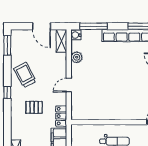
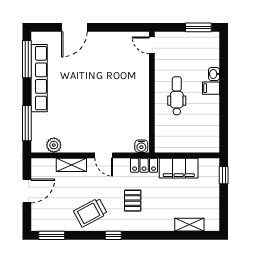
water cooler: (76, 35) -> (141, 146), moved
shelving: (61, 41) -> (71, 165), moved
plant: (77, 57) -> (54, 145), moved

